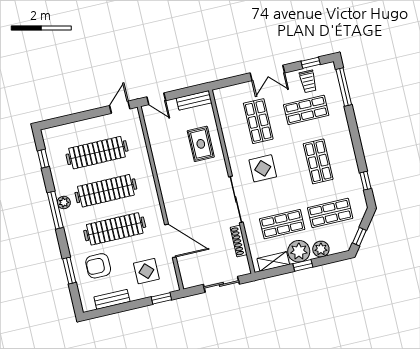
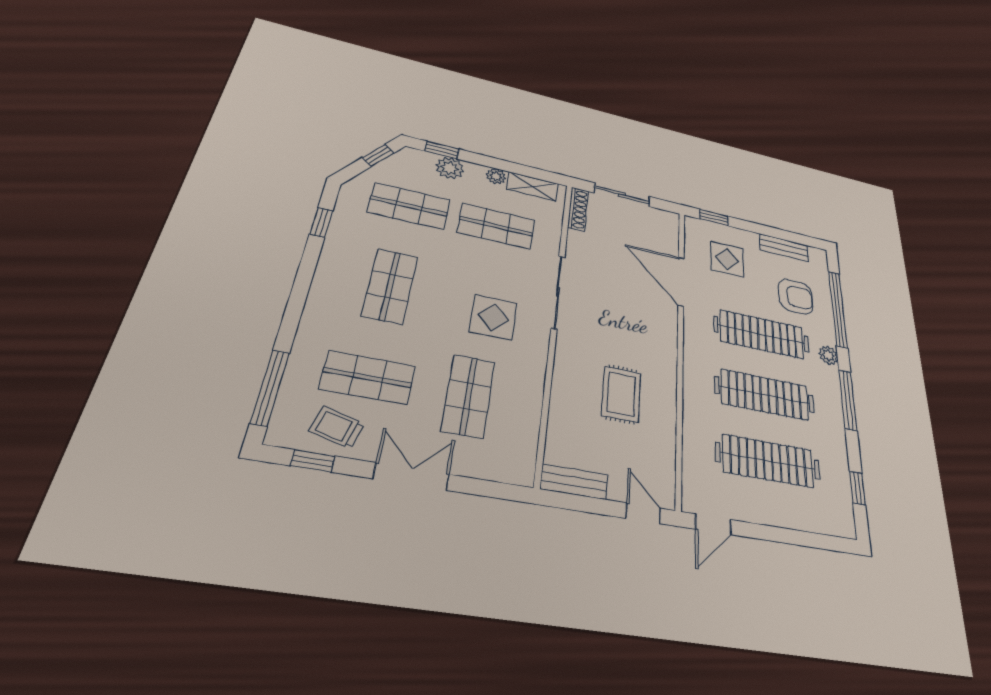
trolley: (308, 81) -> (337, 427), turned -75
rug: (201, 144) -> (621, 394), moved
plant: (64, 202) -> (828, 355), moved
shoe rack: (239, 241) -> (578, 209), moved
plant: (299, 251) -> (496, 176), width x0.53, depth x0.53
window: (303, 265) -> (442, 150), moved
window: (69, 271) -> (838, 309), width x2.11

